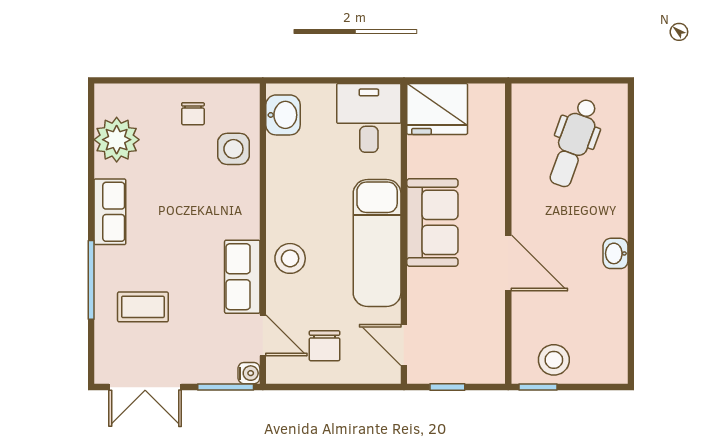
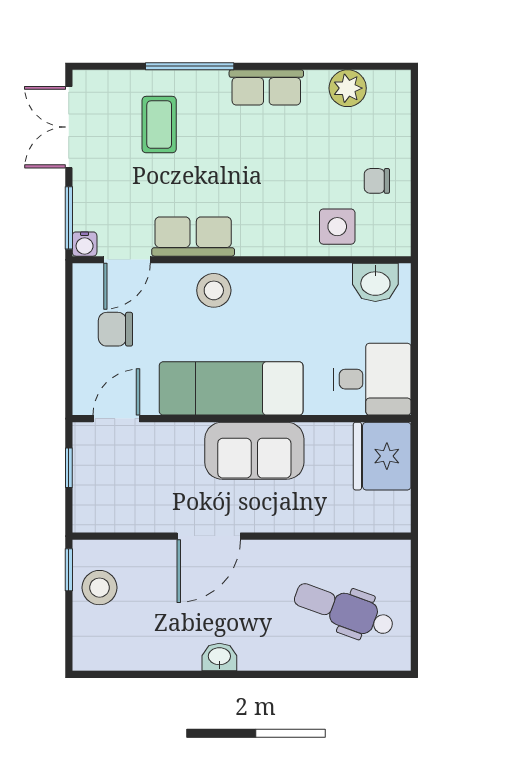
plant: (117, 140) -> (348, 88), width x0.73, depth x0.73

